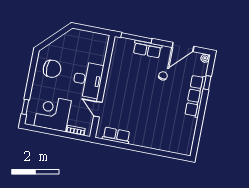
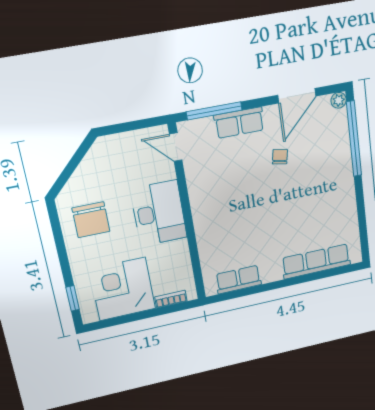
chair: (52, 69) -> (91, 220), turned 90
window: (207, 83) -> (354, 139), width x3.17
row of seats: (195, 96) -> (316, 261), moved, turned 90
door: (98, 109) -> (176, 147), moved

